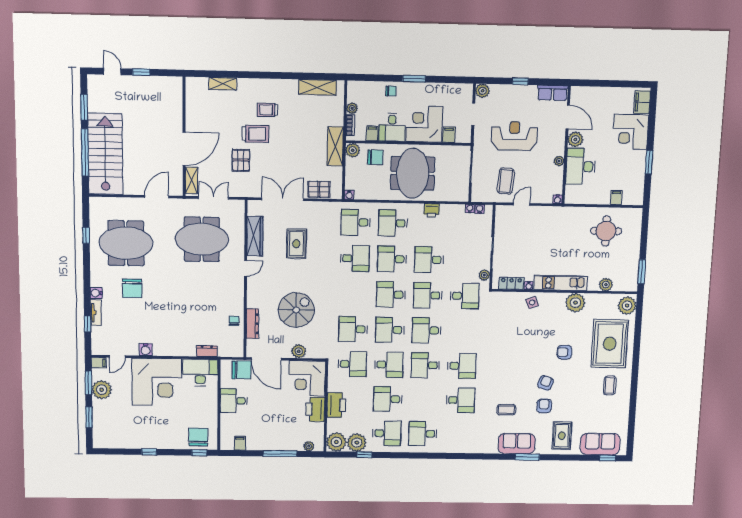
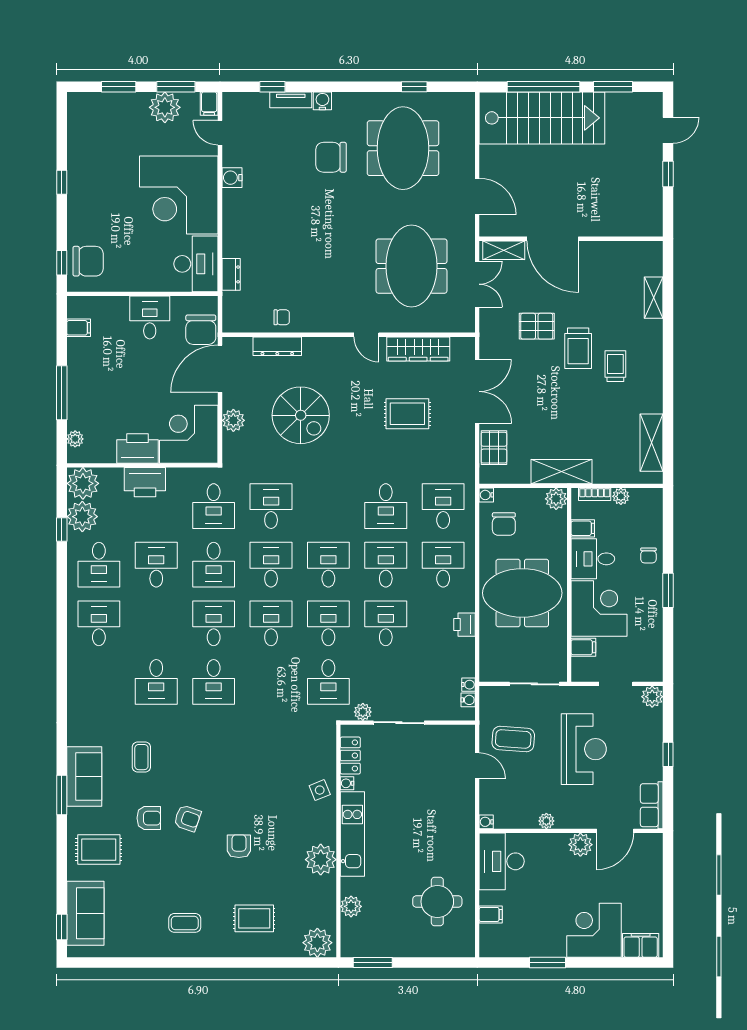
chair: (375, 157) -> (504, 524), moved
desk: (581, 166) -> (502, 861), moved, turned -90
rug: (610, 344) -> (254, 918), width x0.54, depth x0.49

